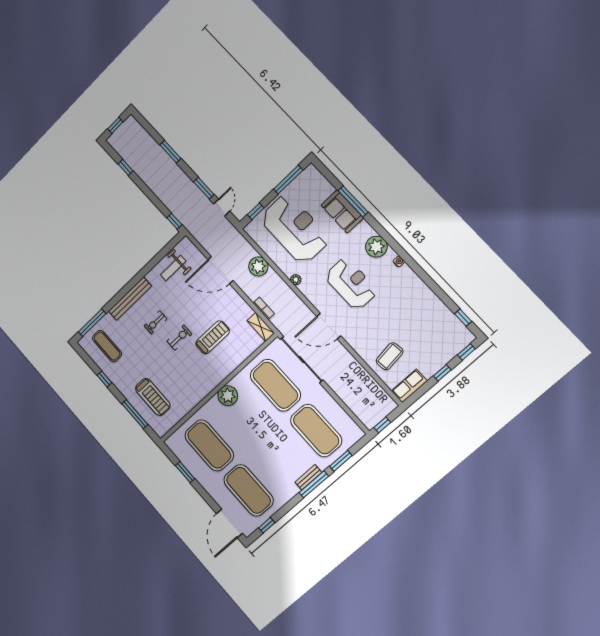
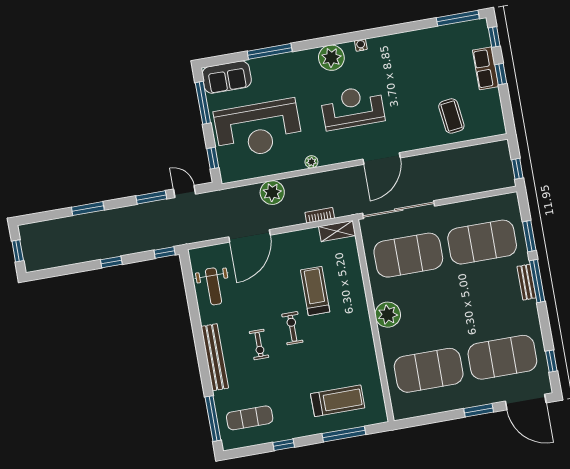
window: (126, 167) -> (111, 262), moved
sofa: (342, 212) -> (227, 77), moved
reception desk: (295, 229) -> (258, 129), turned 180
window: (463, 318) -> (458, 18), width x2.17
row of seats: (409, 386) -> (486, 68), moved
window: (185, 472) -> (479, 410), moved

